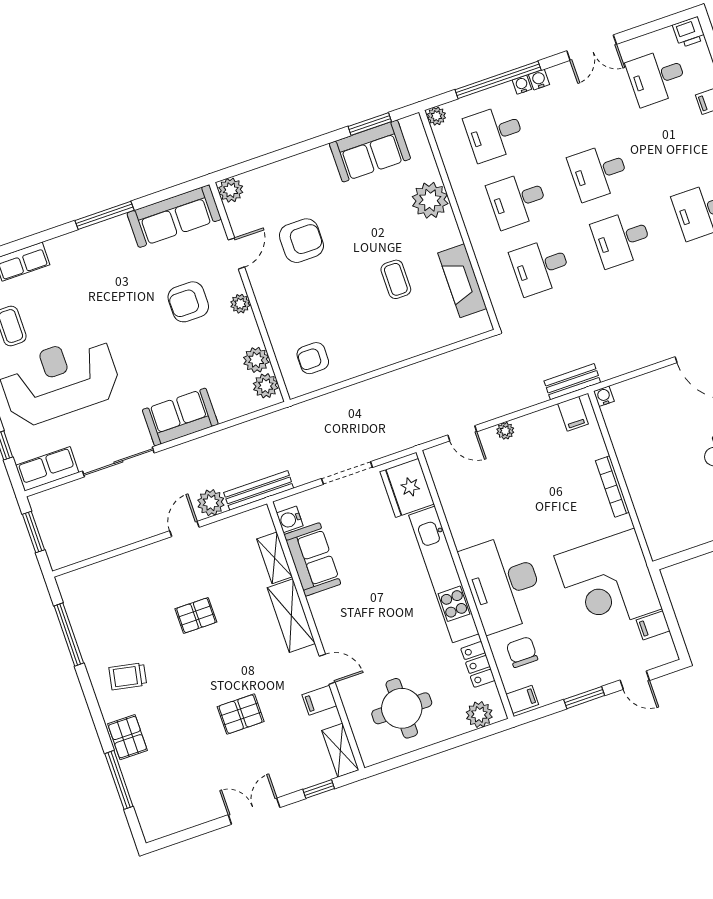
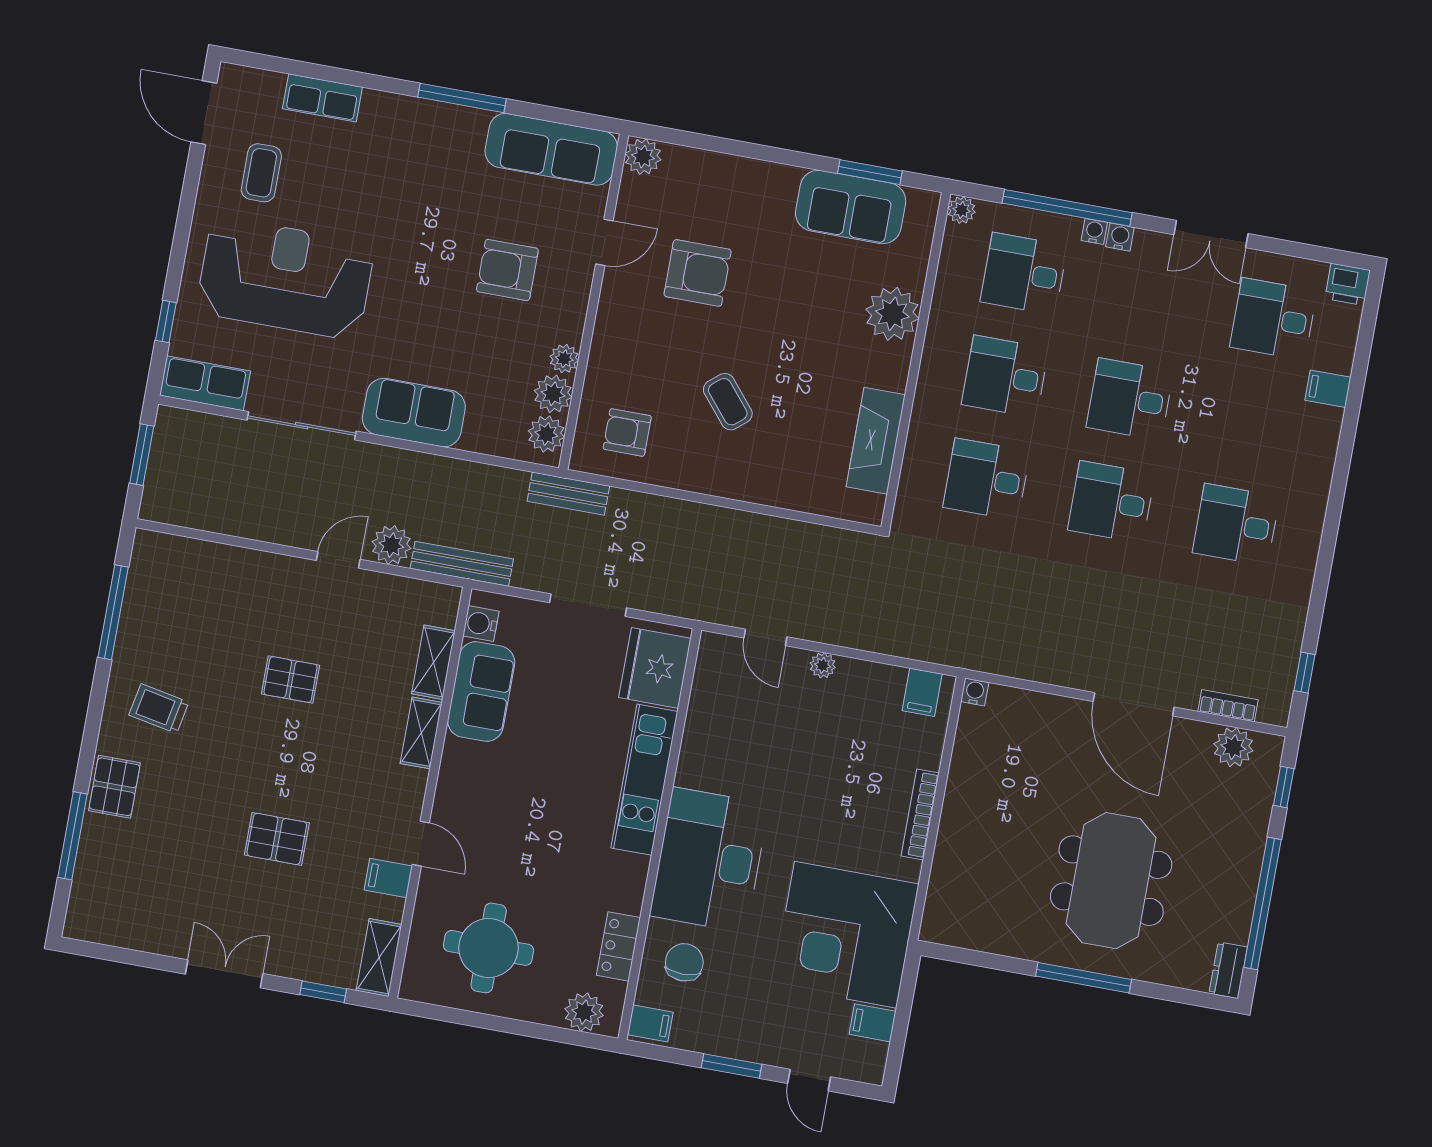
coffee table: (396, 279) -> (728, 402), moved, turned -40
plant: (240, 304) -> (564, 359), moved
bench: (572, 382) -> (568, 494), moved
kitchen unit: (444, 574) -> (644, 780), width x0.73
shelving: (291, 616) -> (421, 733), width x0.67, depth x0.75

